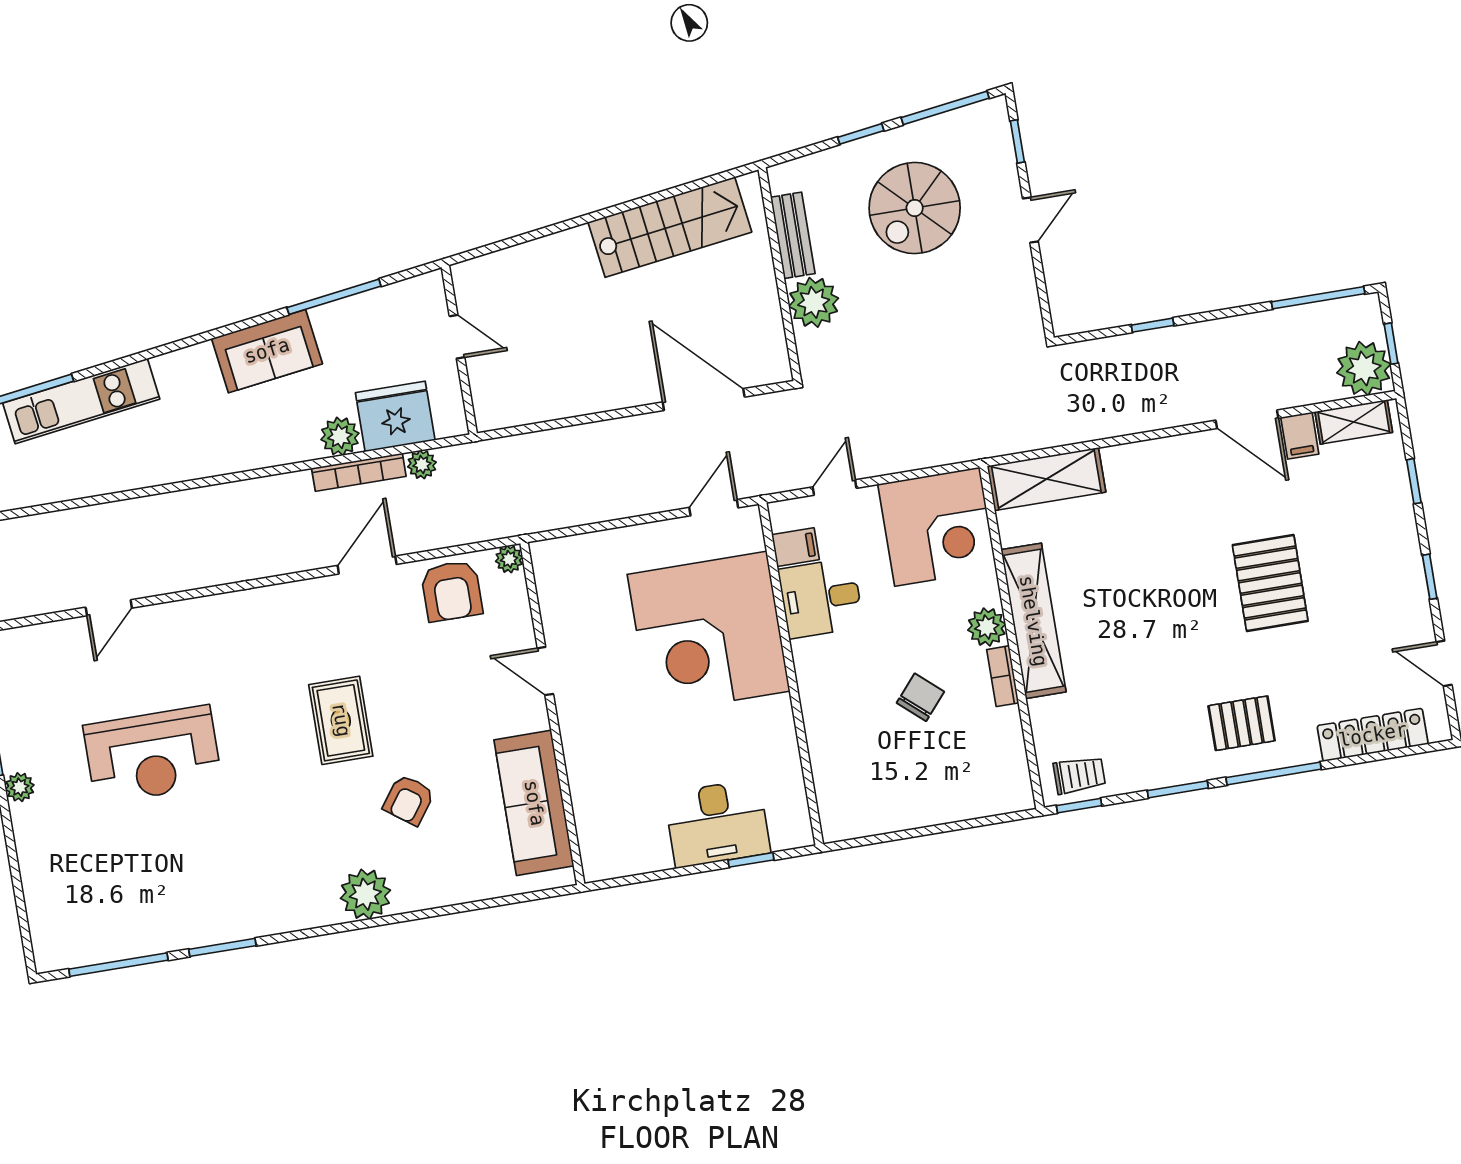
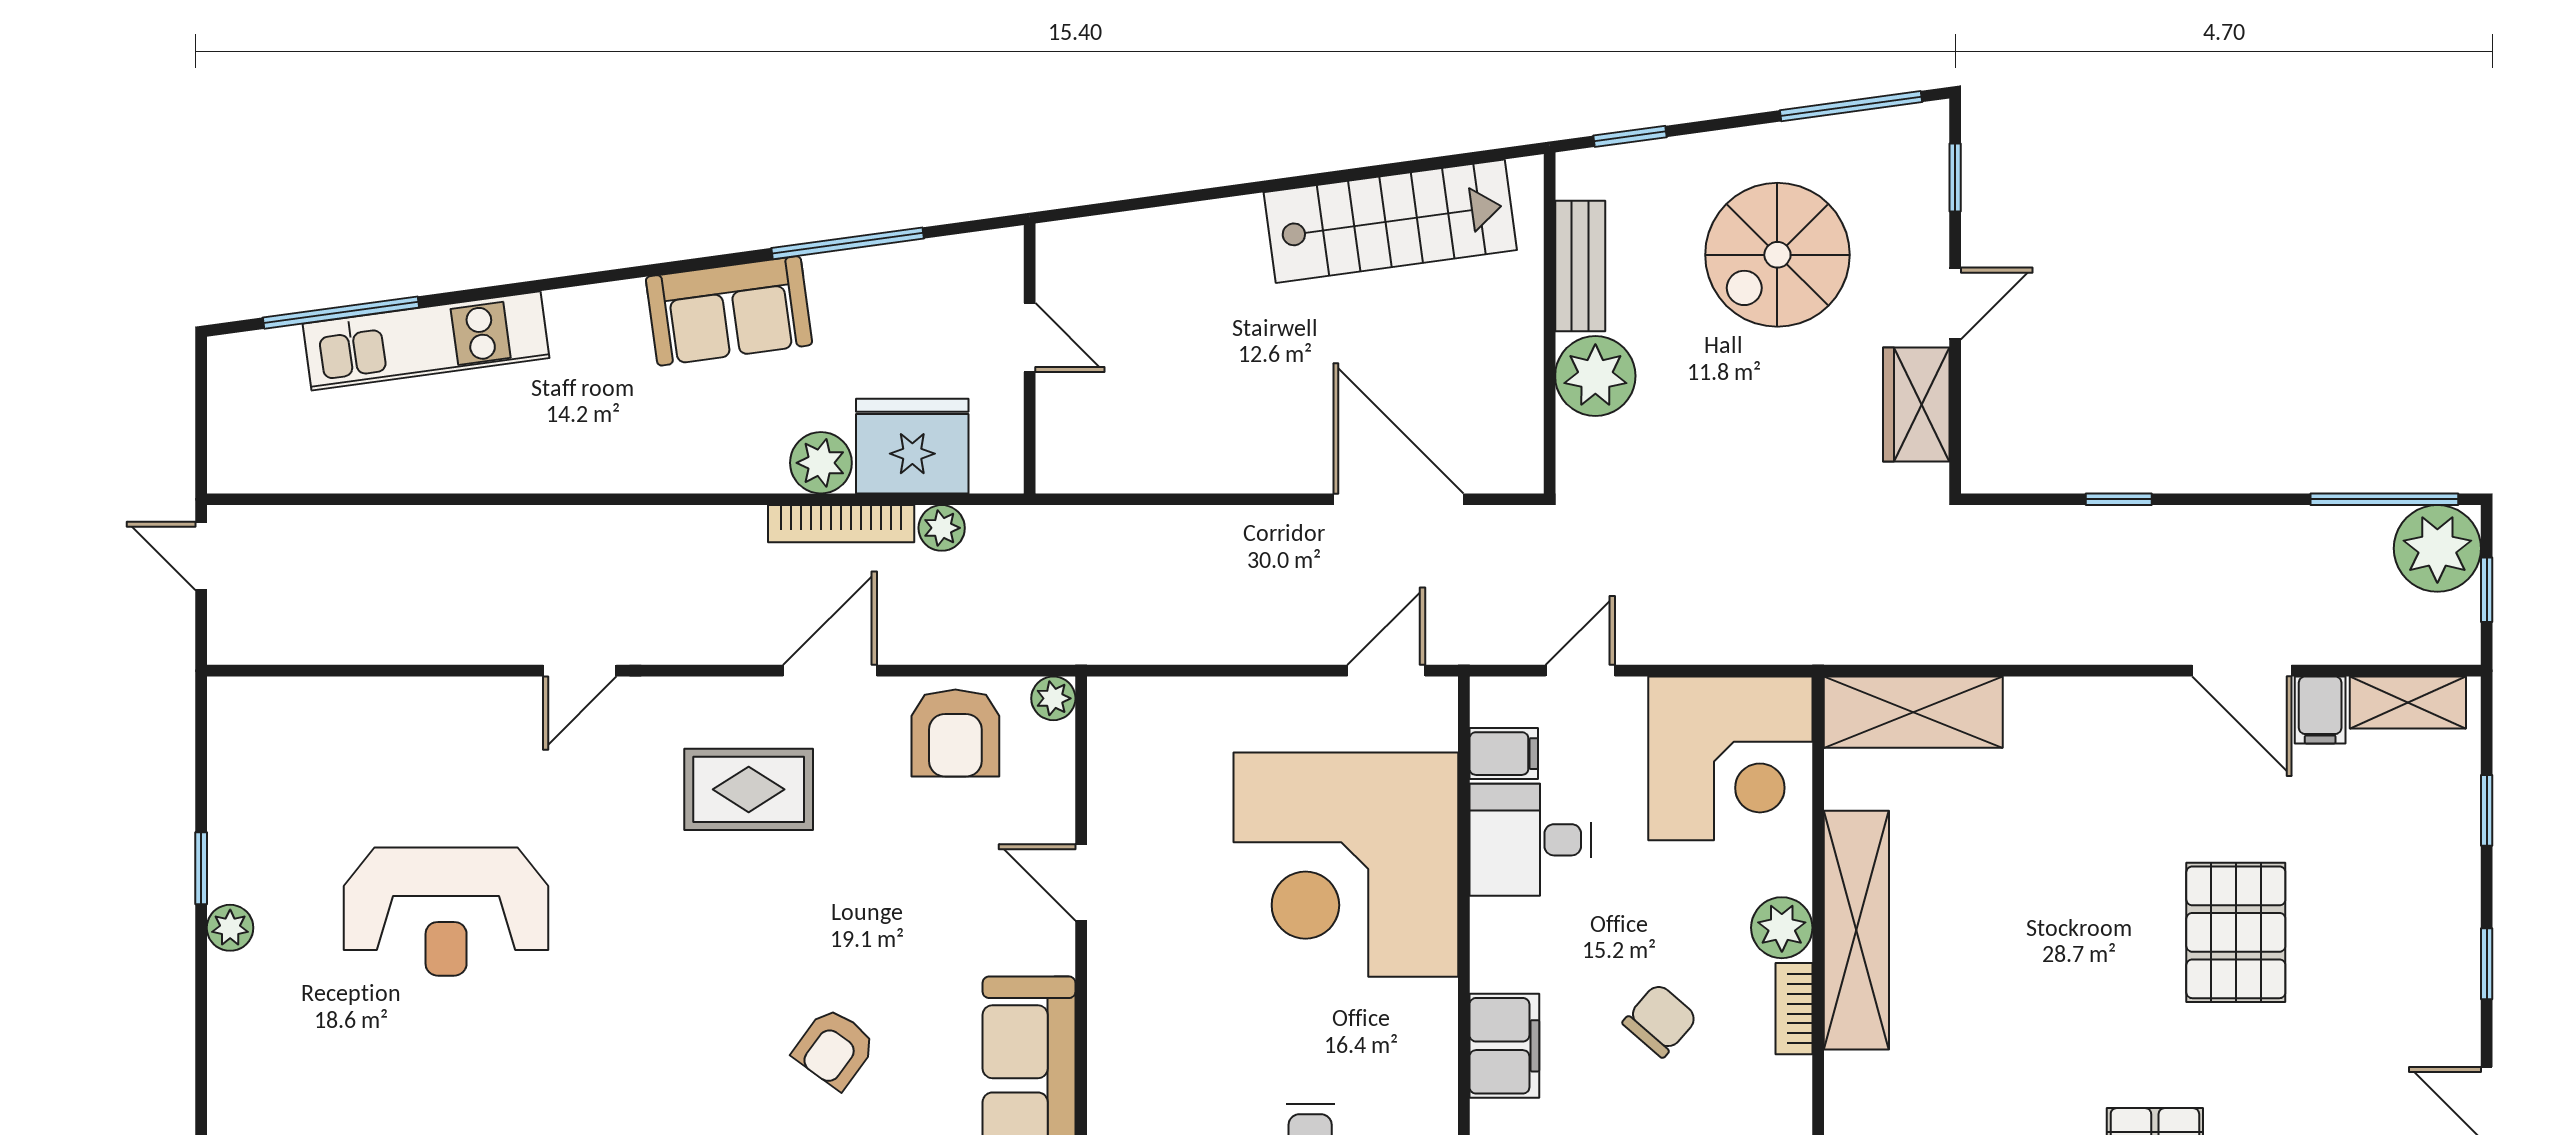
window: (861, 134) -> (1630, 136), moved
wardrobe: (1017, 287) -> (1916, 405), added
plant: (1364, 368) -> (2437, 548), moved
door: (109, 608) -> (580, 671), moved
rug: (341, 720) -> (749, 789), moved, turned 90
filing cabinet: (826, 729) -> (1504, 1046), added

